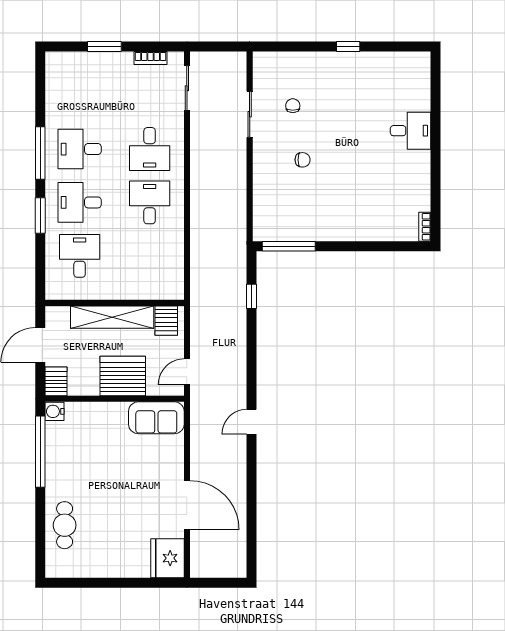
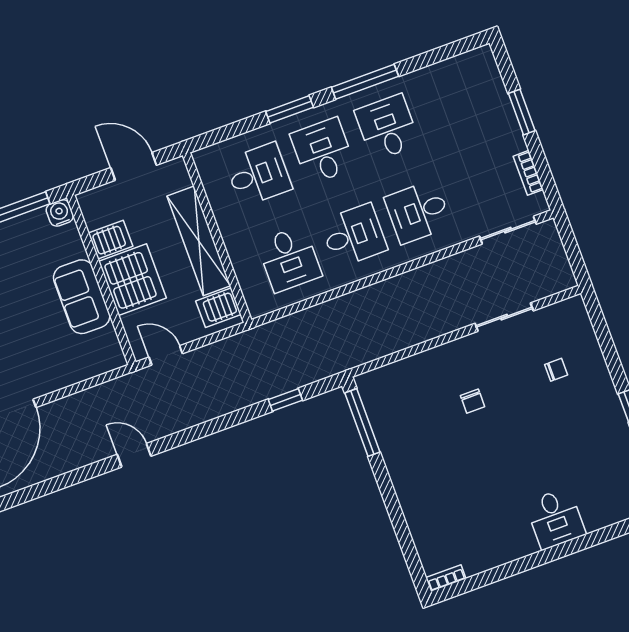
chair: (293, 106) -> (556, 370), moved
desk: (150, 256) -> (289, 259), added
server rack: (56, 381) -> (111, 240), moved
sofa: (156, 418) -> (82, 297), moved

